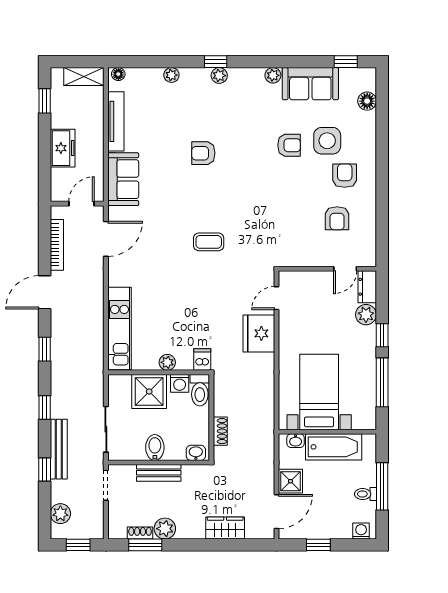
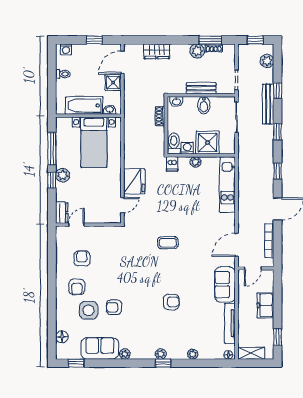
plant: (366, 315) -> (63, 175), moved
window: (382, 486) -> (52, 79), removed

